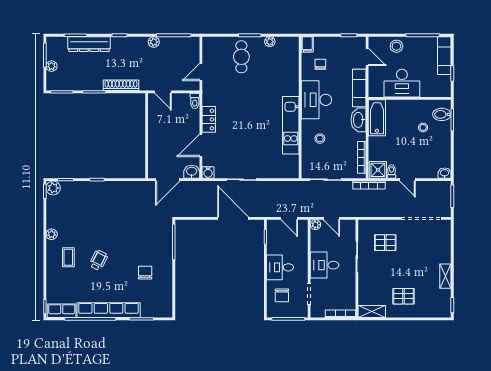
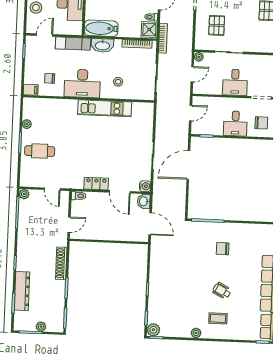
plant: (154, 42) -> (24, 194), moved
plant: (315, 225) -> (199, 57), moved
chair: (145, 273) -> (223, 249), moved

